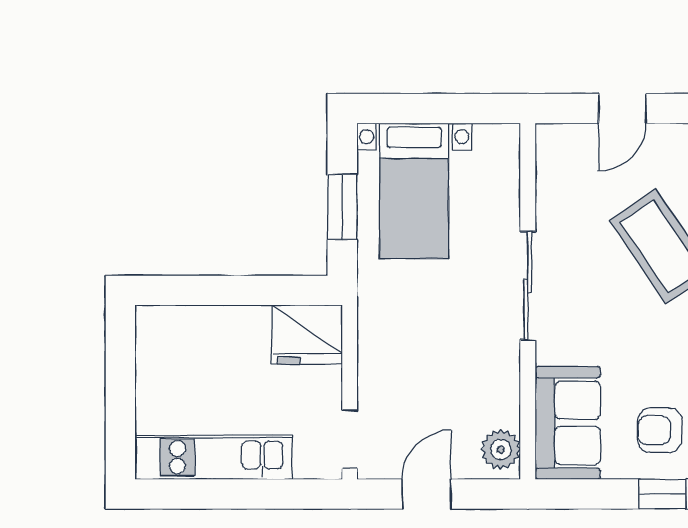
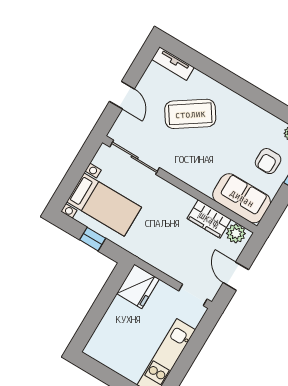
window: (342, 207) -> (93, 239), width x0.67
sliding door: (528, 286) -> (135, 157), moved
wardrobe: (498, 388) -> (209, 219), added

